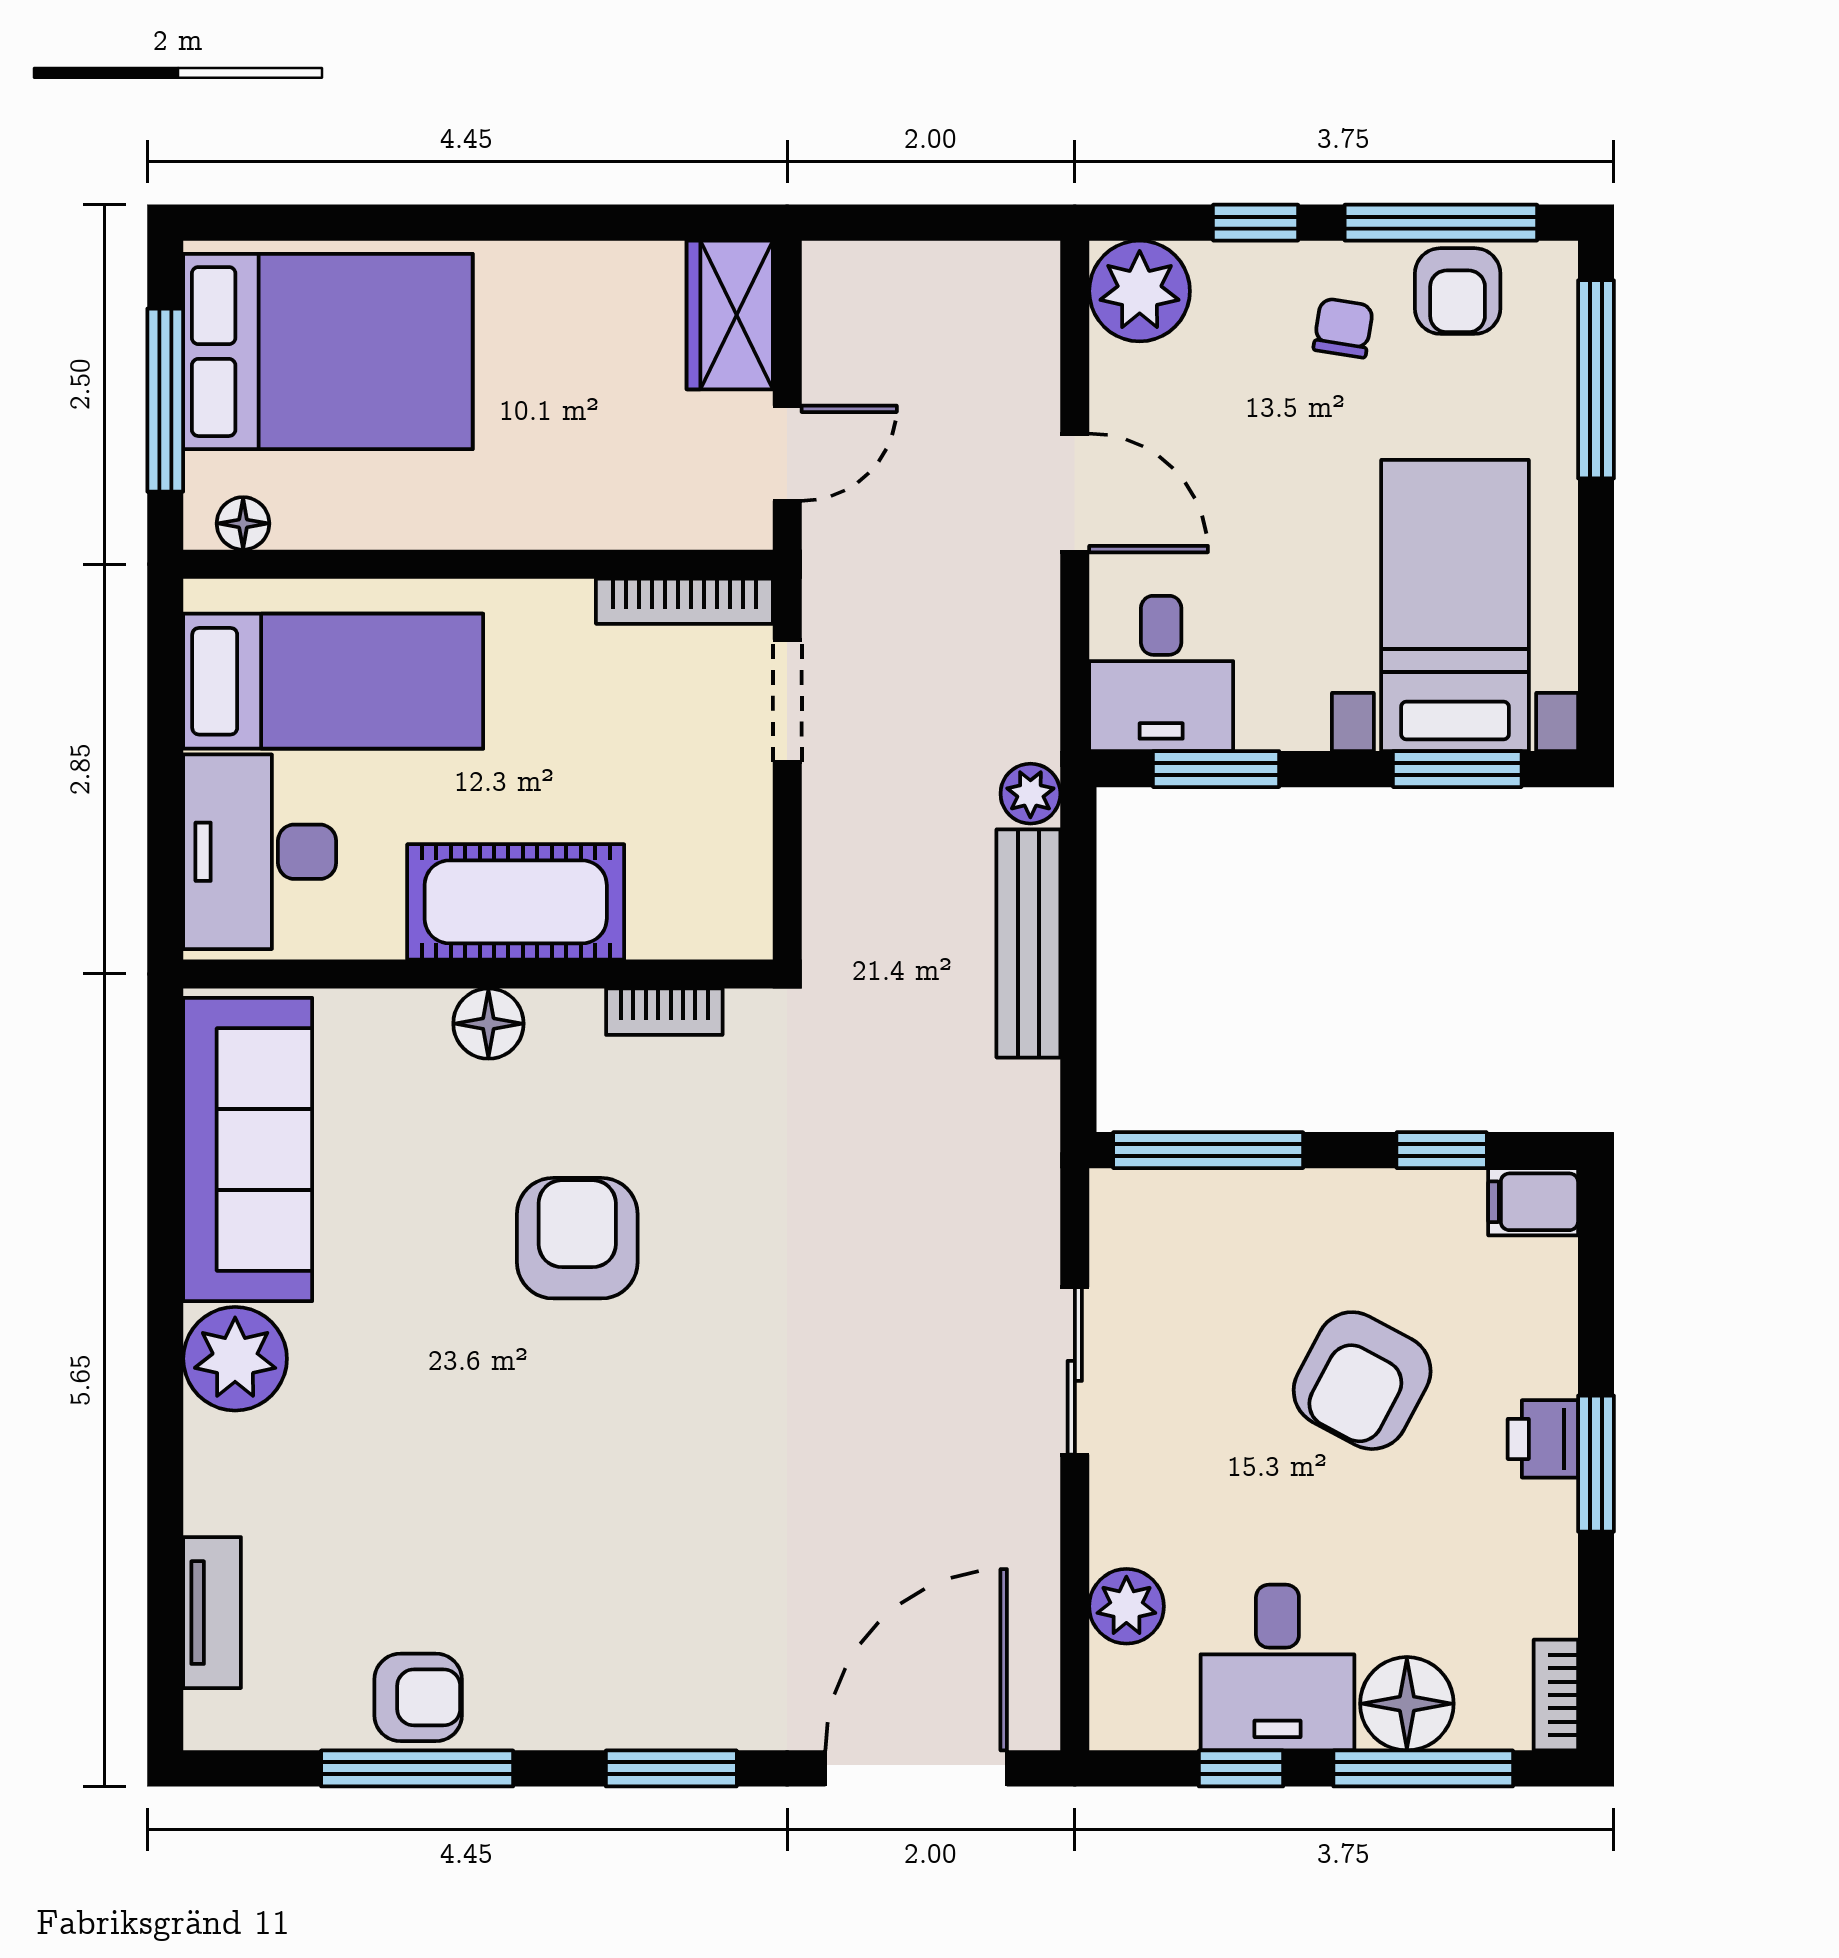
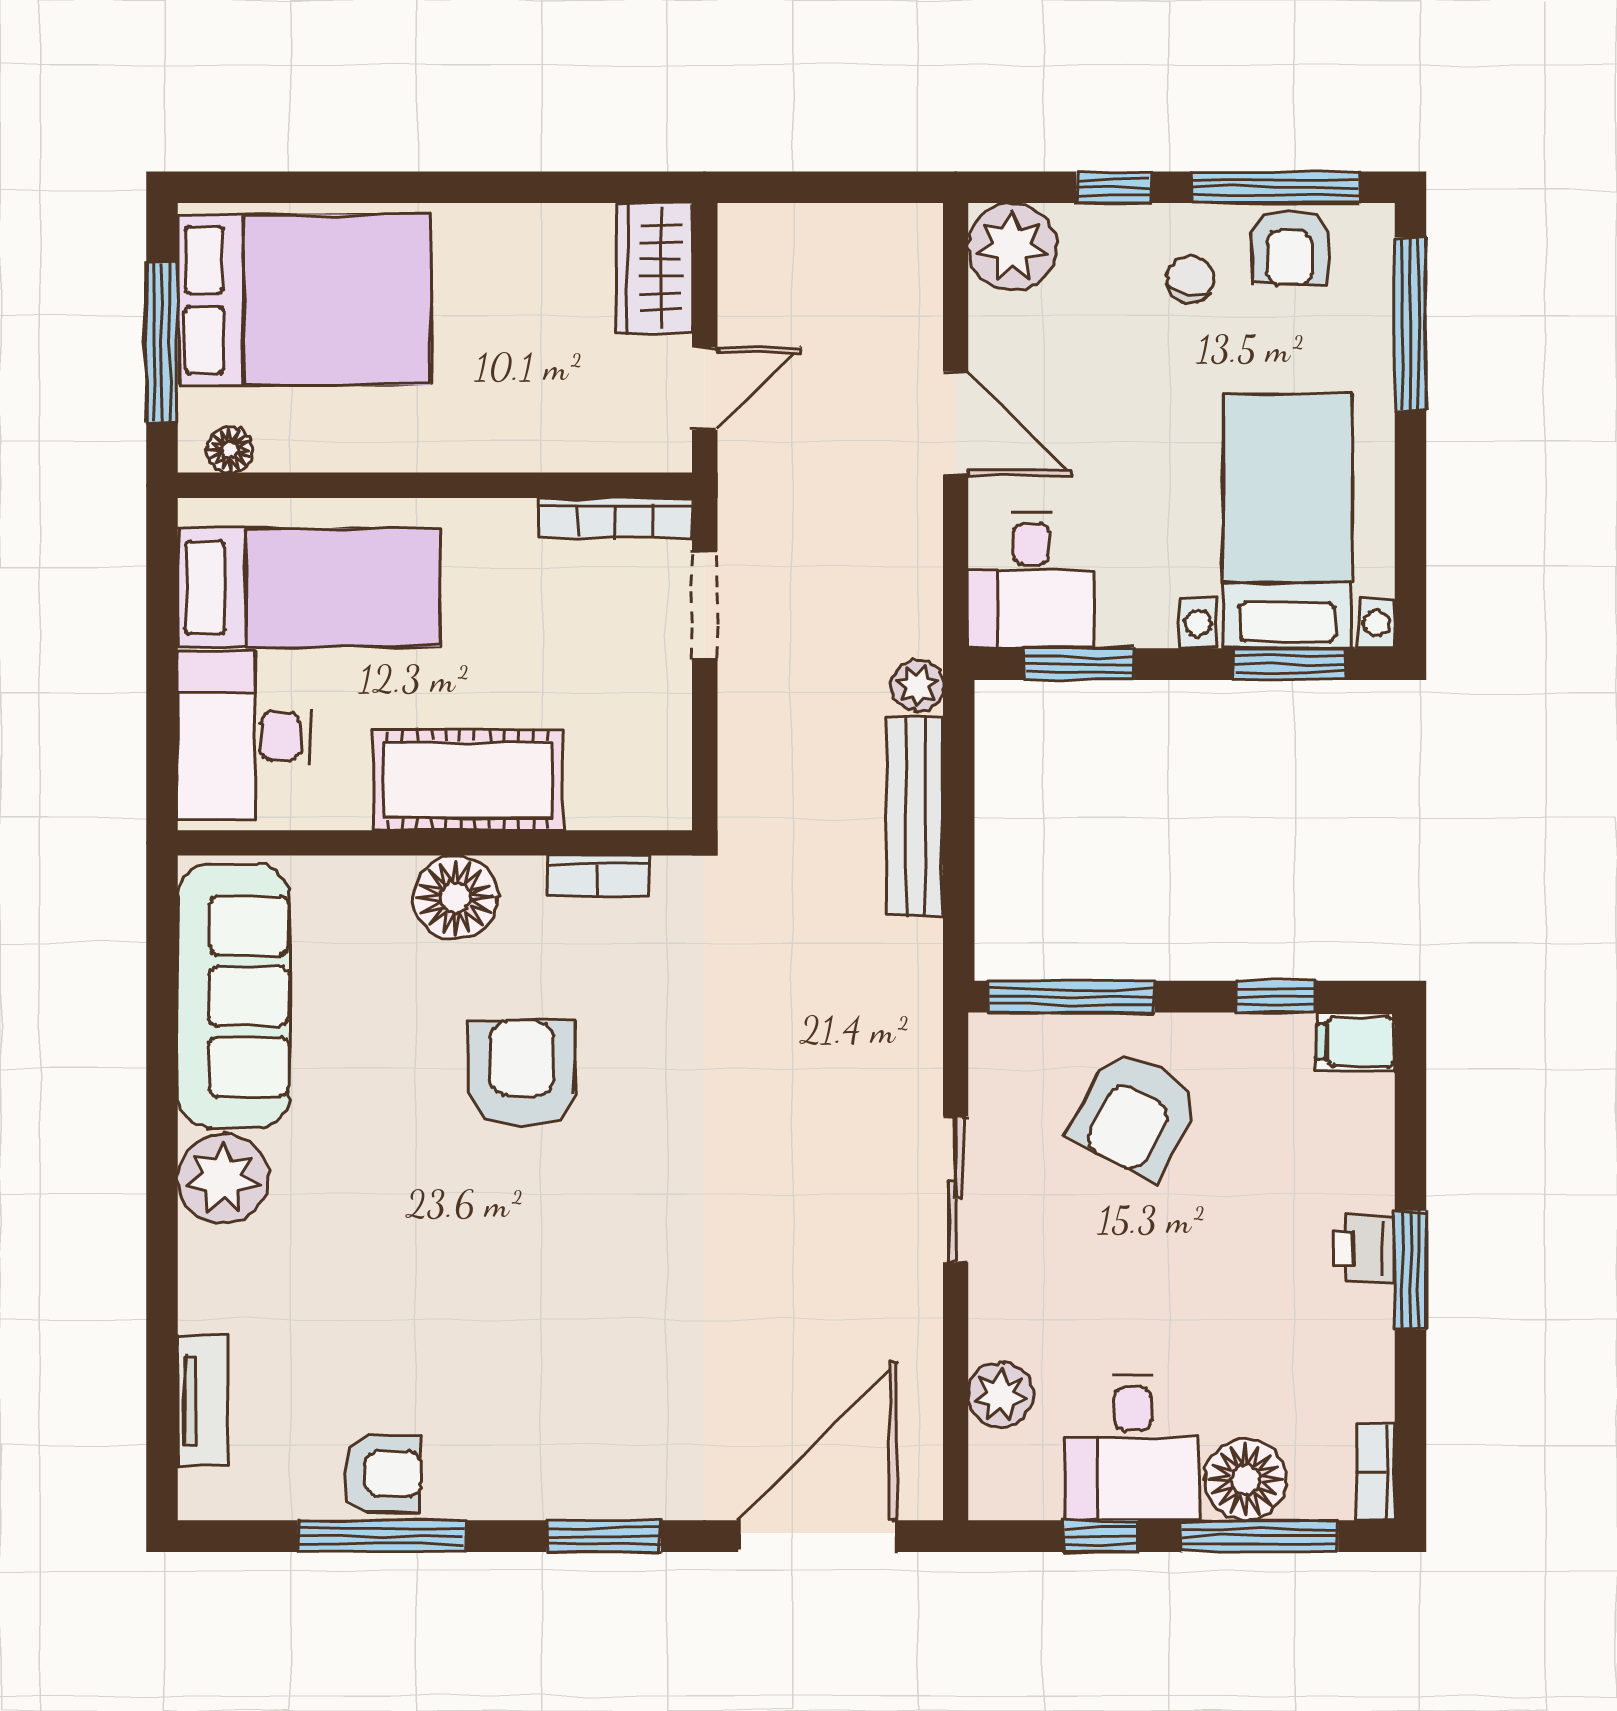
floor lamp: (488, 1024) -> (456, 898), width x1.38, depth x1.38
armchair: (1362, 1381) -> (1134, 1114), moved

